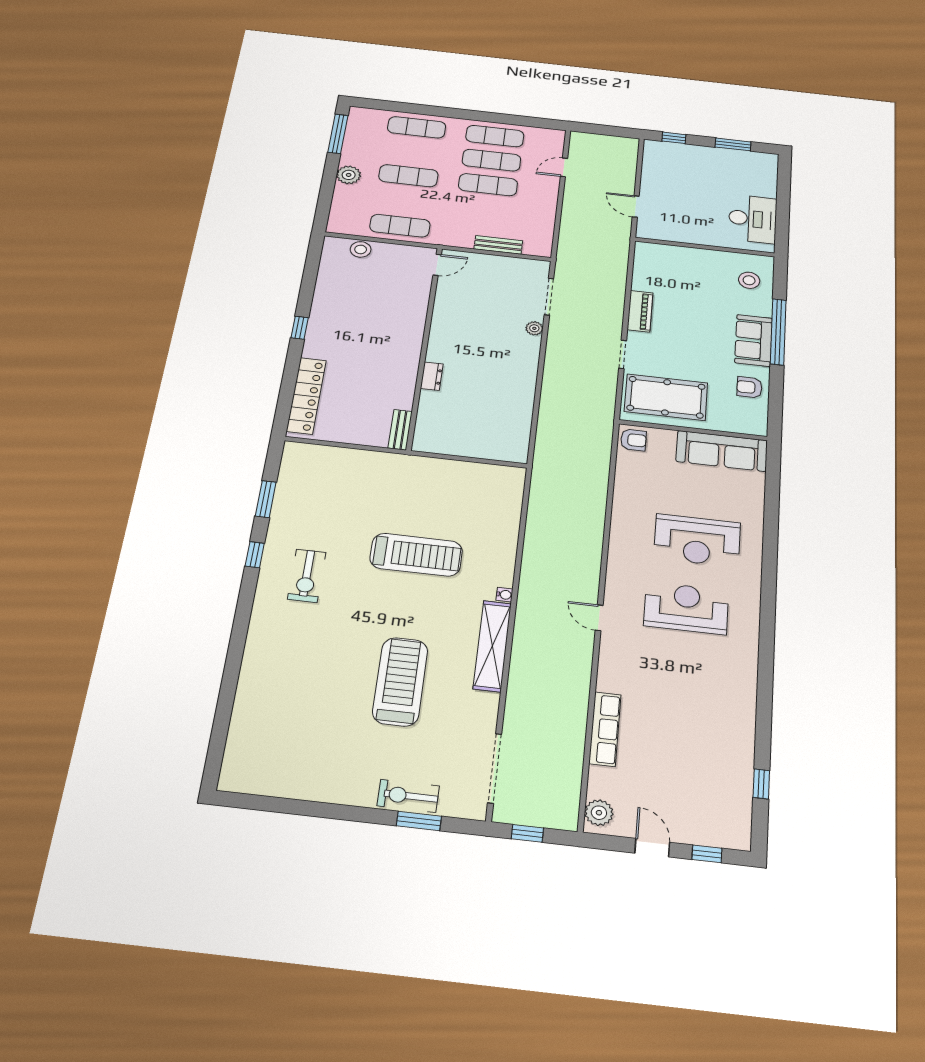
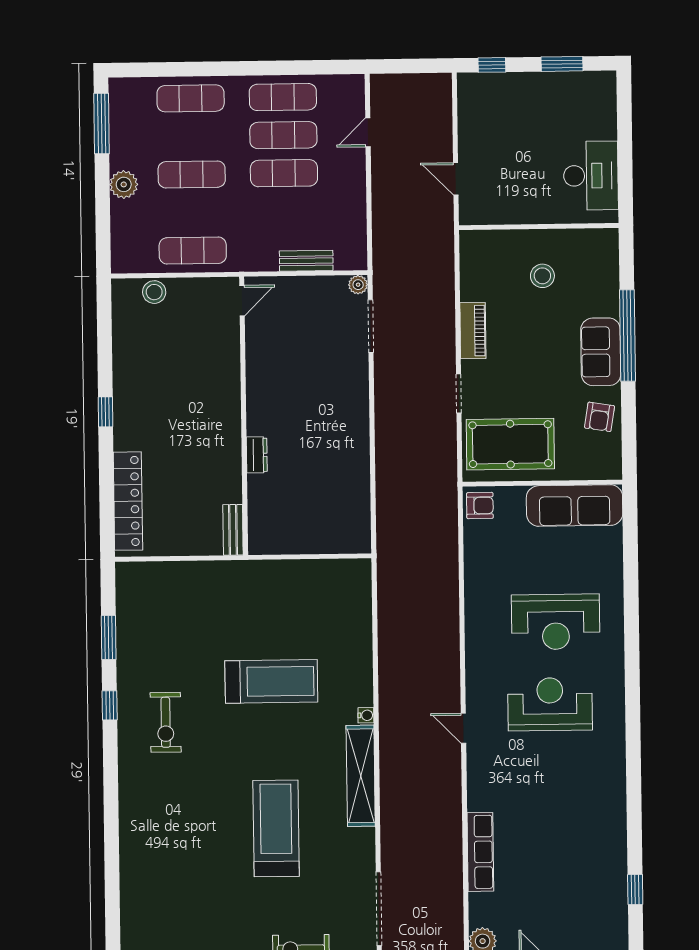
stool: (749, 280) -> (542, 276), moved
plant: (534, 328) -> (358, 285), moved
armchair: (749, 387) -> (600, 417), turned -81

